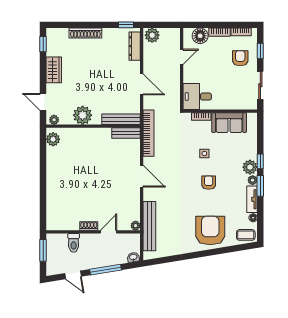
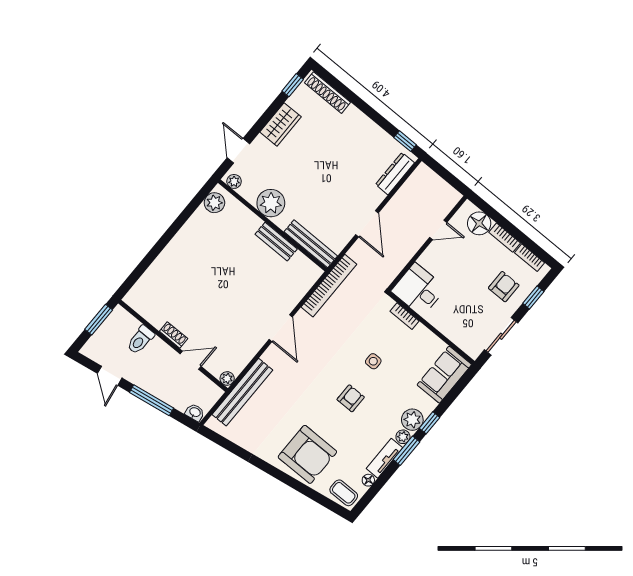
shoe rack: (85, 33) -> (328, 93), moved
plant: (152, 35) -> (425, 178), removed
sofa: (229, 123) -> (444, 375), moved, turned 90
bench: (126, 133) -> (276, 242), moved
armchair: (210, 231) -> (307, 454), turned 90

